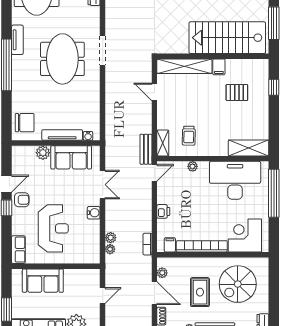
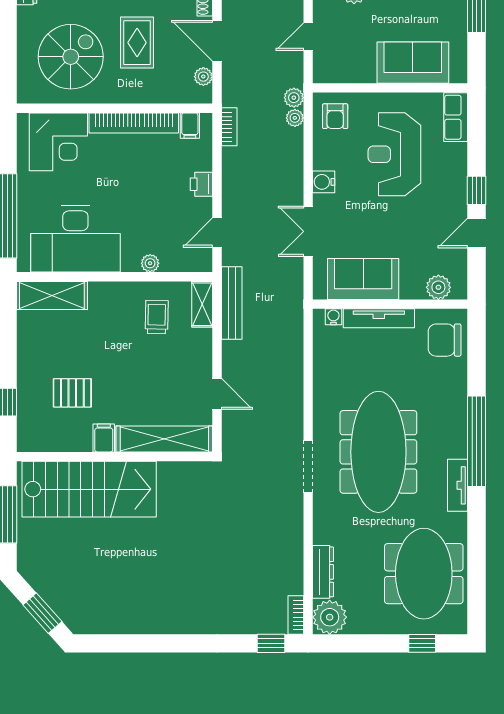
meeting table: (62, 59) -> (378, 452), width x1.36
bench: (146, 149) -> (232, 303), width x1.36
plant: (43, 153) -> (438, 287), moved
door: (154, 173) -> (217, 233), moved
armchair: (22, 200) -> (335, 116), moved, turned -90
plant: (111, 238) -> (294, 98), moved

